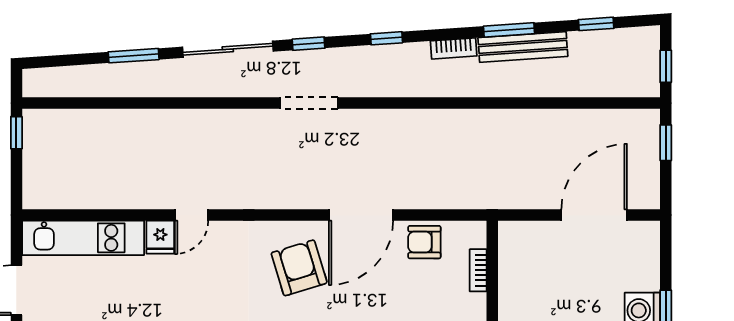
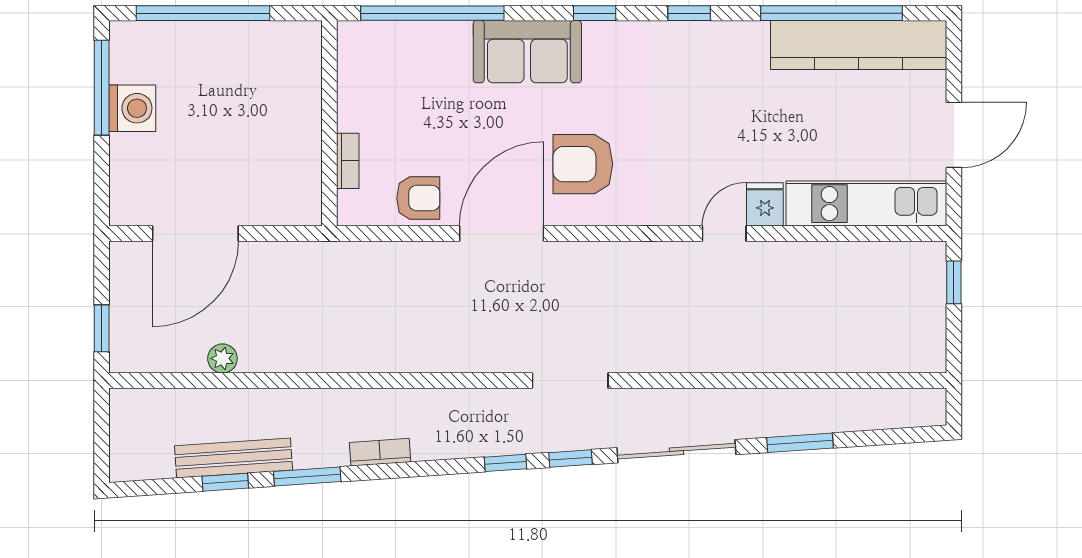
window: (596, 24) -> (225, 482), moved
window: (386, 38) -> (506, 463), moved
bench: (523, 47) -> (234, 458), moved
window: (666, 66) -> (102, 429), removed
plant: (574, 120) -> (222, 358), added
window: (16, 133) -> (954, 282), moved
armchair: (299, 268) -> (583, 164), turned 107

